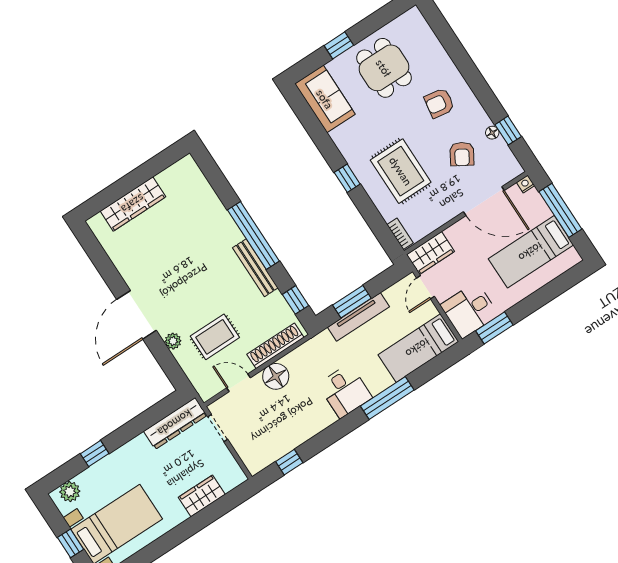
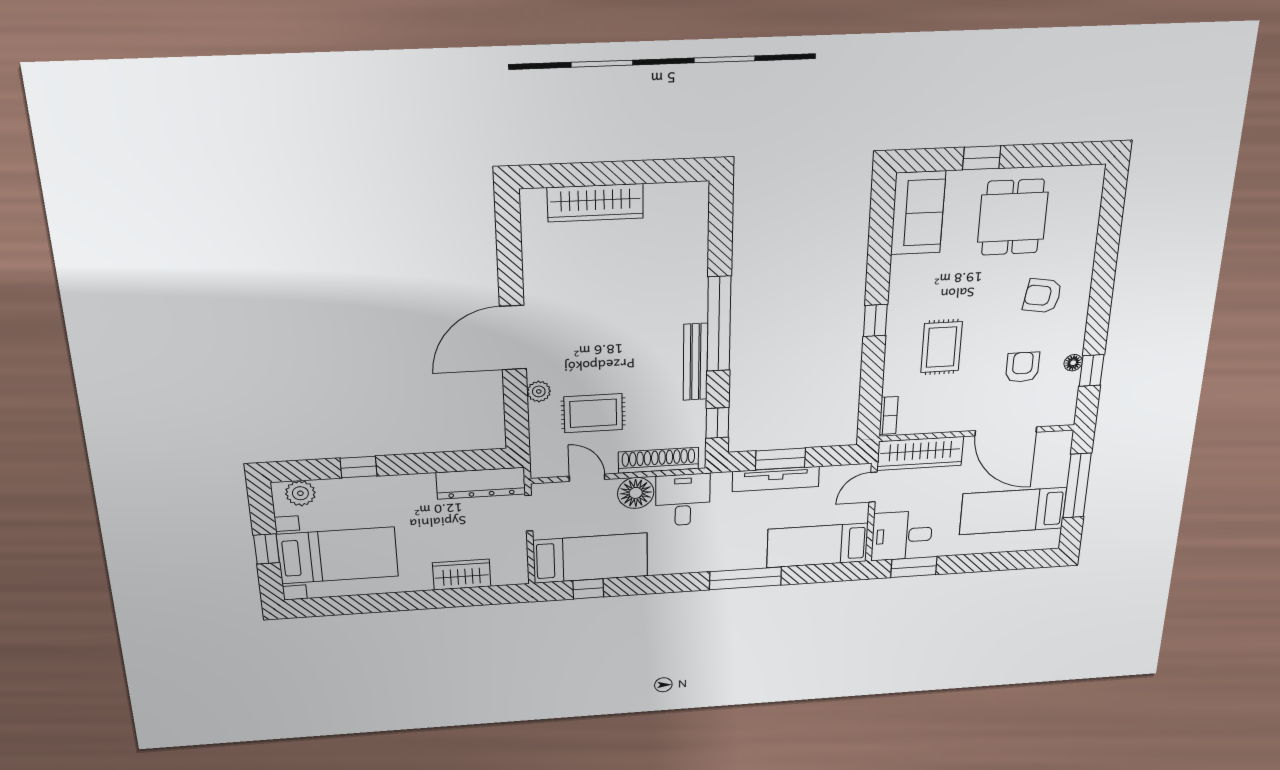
armchair: (462, 154) -> (1022, 367), turned 149
rug: (401, 171) -> (941, 347), width x0.73, depth x0.70
nightstand: (526, 184) -> (1064, 438), removed
wardrobe: (430, 253) -> (920, 453), width x1.50
desk: (345, 391) -> (683, 500), moved, turned 180
bed: (277, 439) -> (591, 558), added

